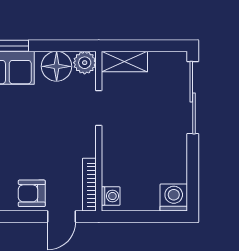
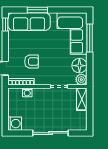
sliding door: (193, 98) -> (51, 133), moved
armchair: (32, 193) -> (31, 62), moved, turned 90
washing machine: (111, 196) -> (27, 92), moved

